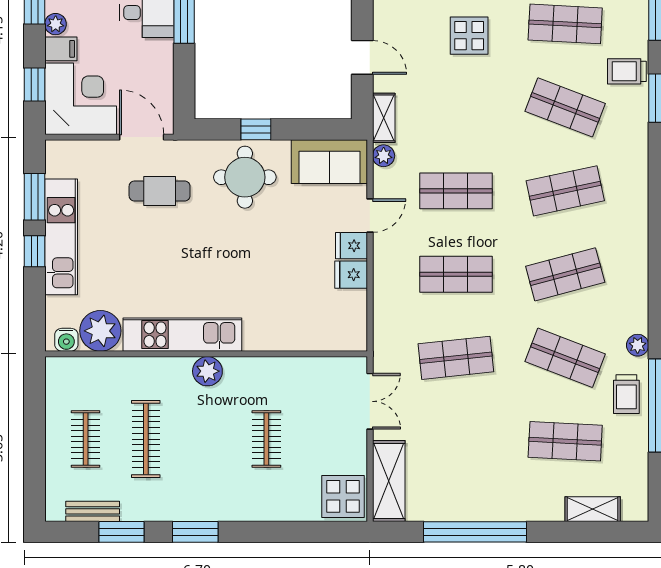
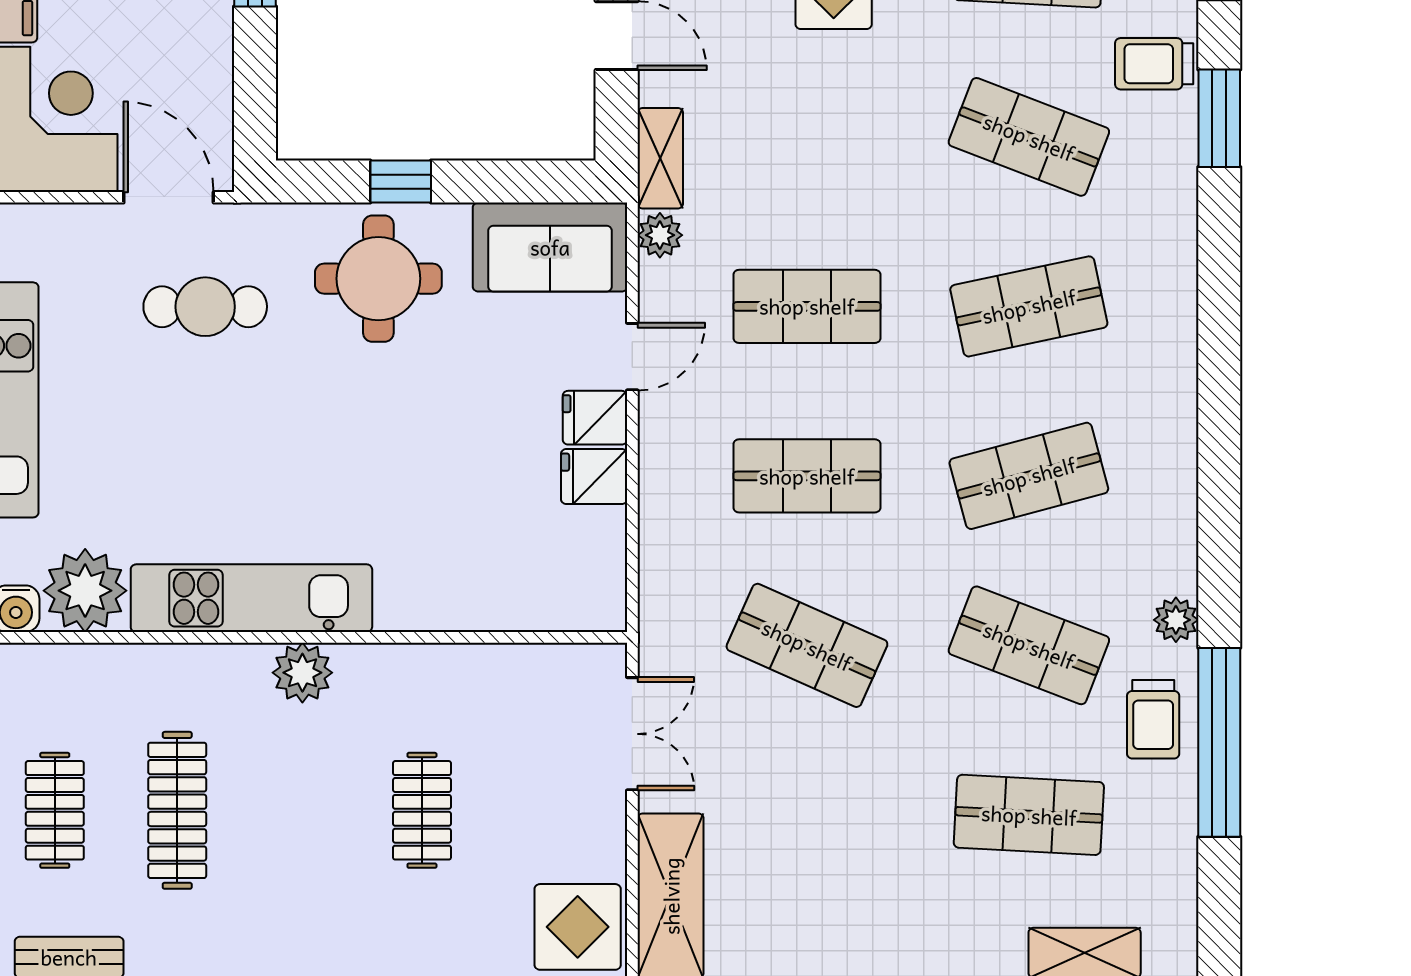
shop shelf: (456, 358) -> (807, 645), turned 30

